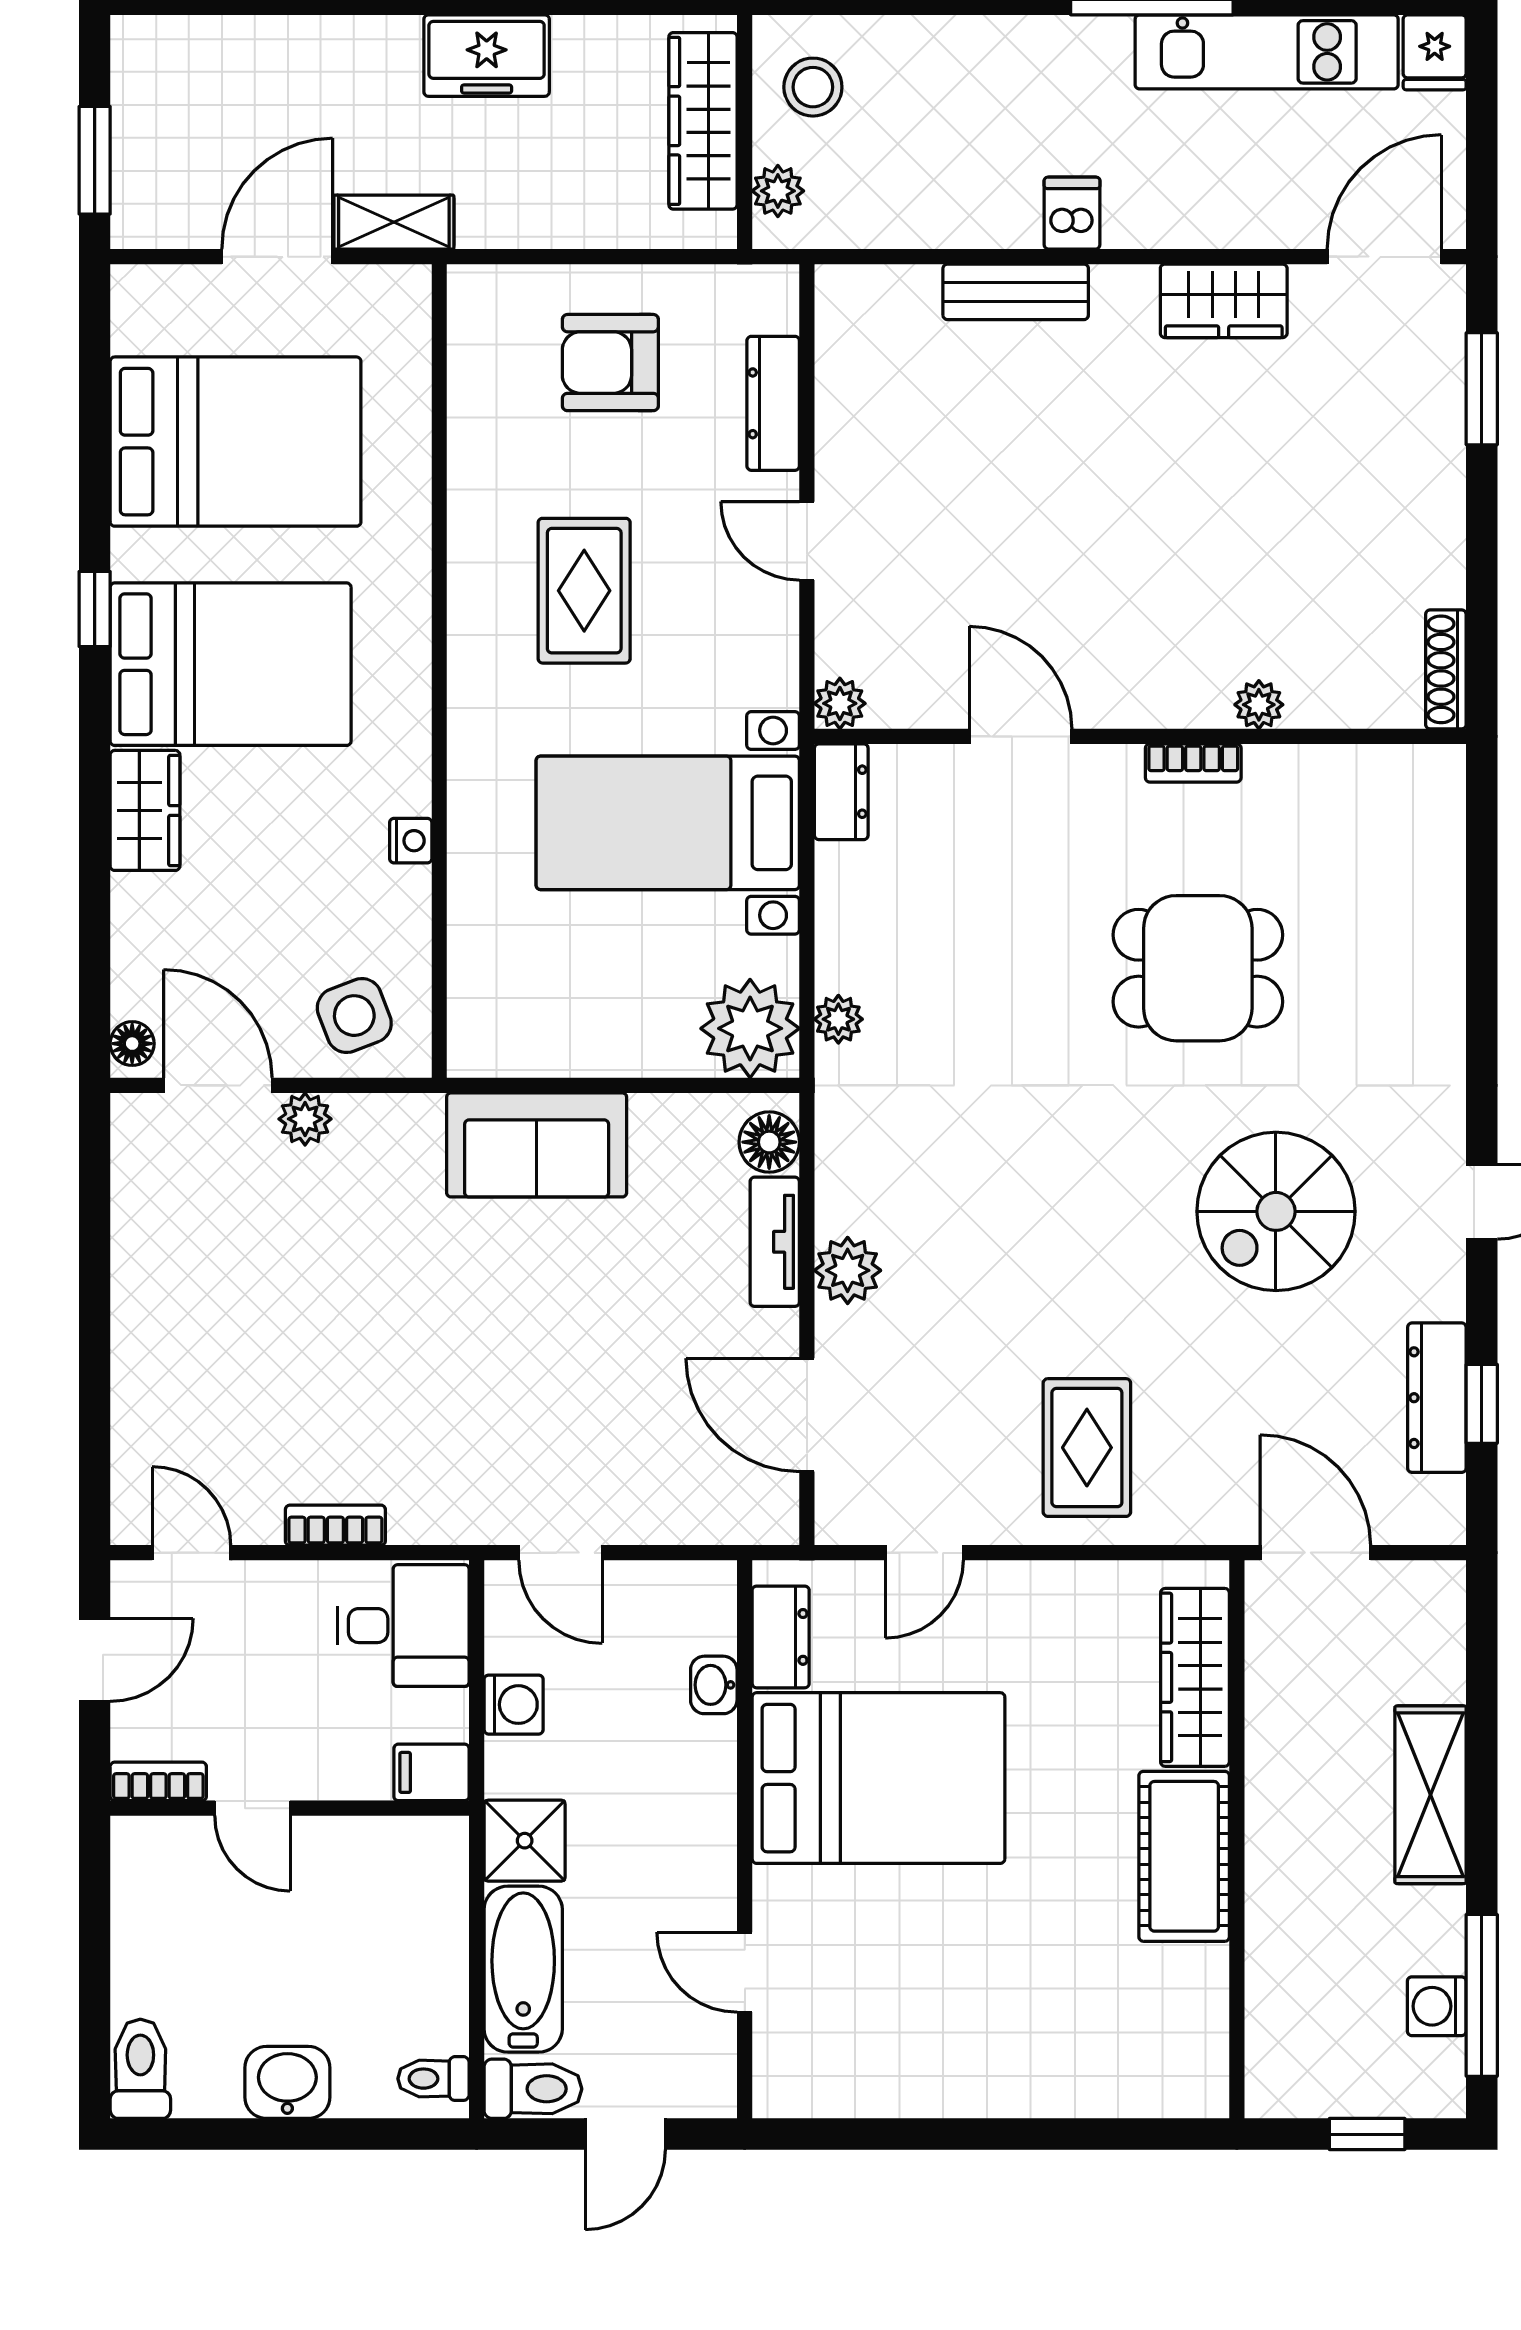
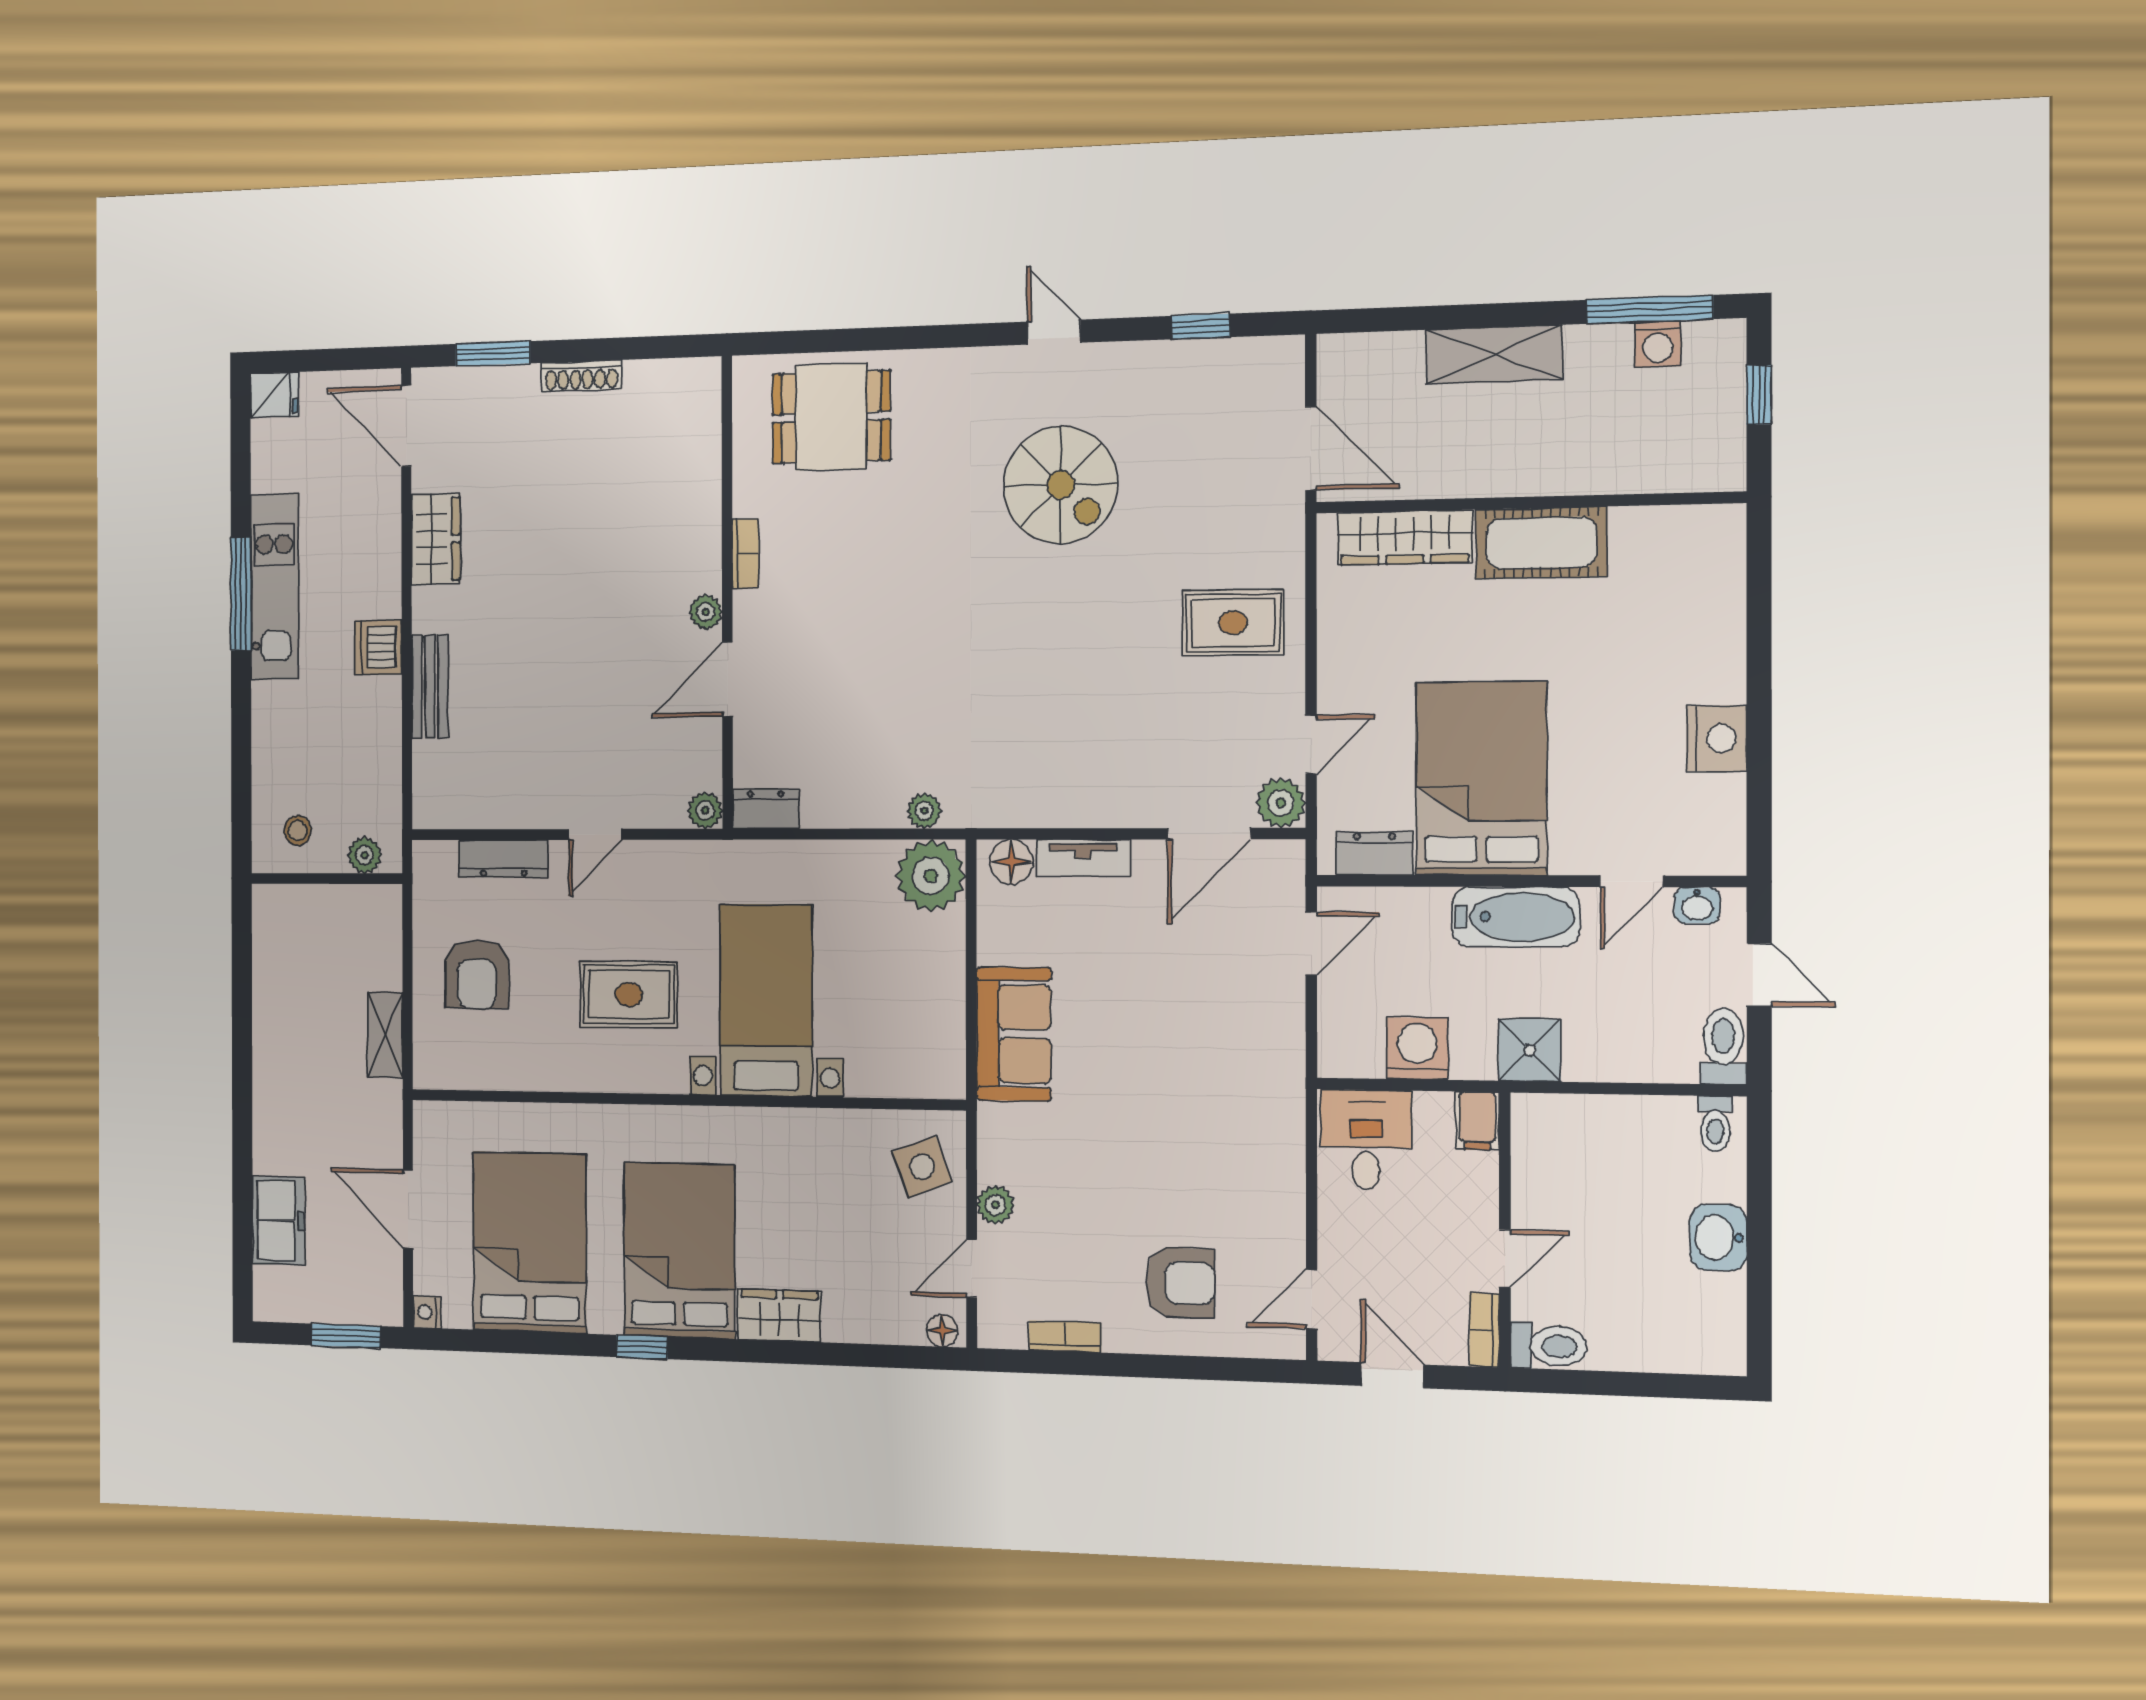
kitchen unit: (1267, 52) -> (274, 587), moved
freezer: (487, 56) -> (278, 1221), moved
stool: (813, 87) -> (298, 831), width x0.73, depth x0.73
wardrobe: (703, 121) -> (319, 908), removed
dishwasher: (1072, 213) -> (378, 647), width x1.38
shelving: (394, 222) -> (385, 1035), moved
shoe rack: (1446, 669) -> (582, 376), moved
plant: (1259, 705) -> (706, 612), moved
bed with nightstands: (668, 823) -> (766, 1000), moved, turned 180
nightstand: (411, 841) -> (427, 1312), moved, turned -90
dining table: (1198, 968) -> (831, 417), moved, turned 90
door: (218, 1085) -> (972, 1269), width x0.73
plant: (848, 1270) -> (1281, 803), moved
armchair: (207, 1375) -> (1180, 1283), added
dresser: (1437, 1398) -> (1196, 360), removed
bookcase: (335, 1525) -> (1065, 1336), moved, turned 90
door: (560, 1553) -> (1311, 943), moved
door: (924, 1553) -> (1311, 745), hinge flipped
door: (1315, 1553) -> (1311, 448), swing flipped
washbasin: (714, 1685) -> (1697, 905), moved
washing machine: (514, 1705) -> (1417, 1048), width x1.38, depth x1.38
bathtub: (523, 1969) -> (1516, 917), moved, turned 180
toilet: (140, 2069) -> (1549, 1346), moved, turned 180
nightstand: (928, 2080) -> (1717, 739), added

